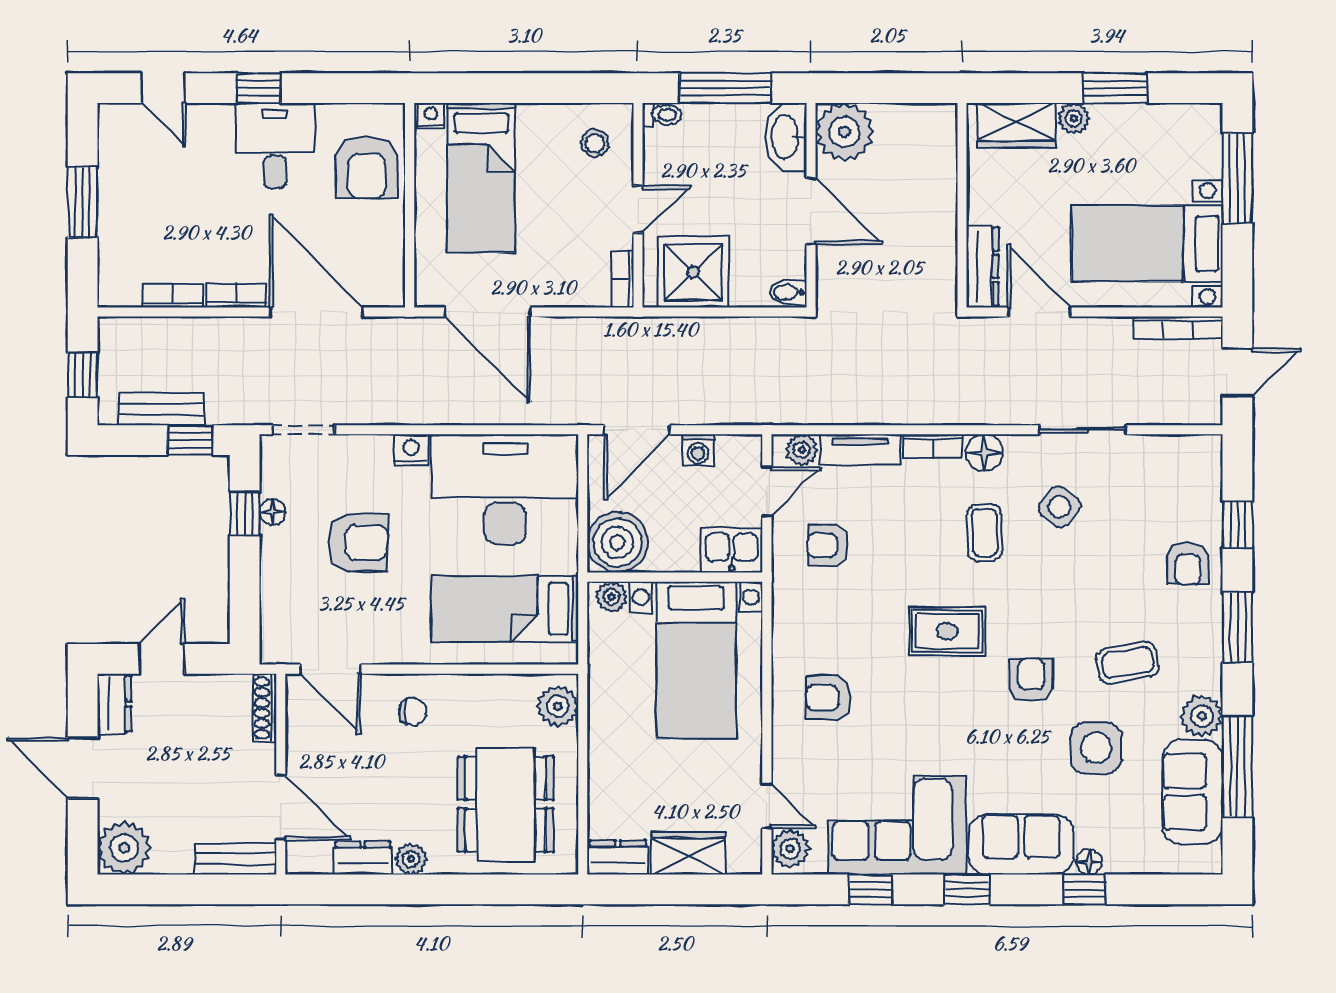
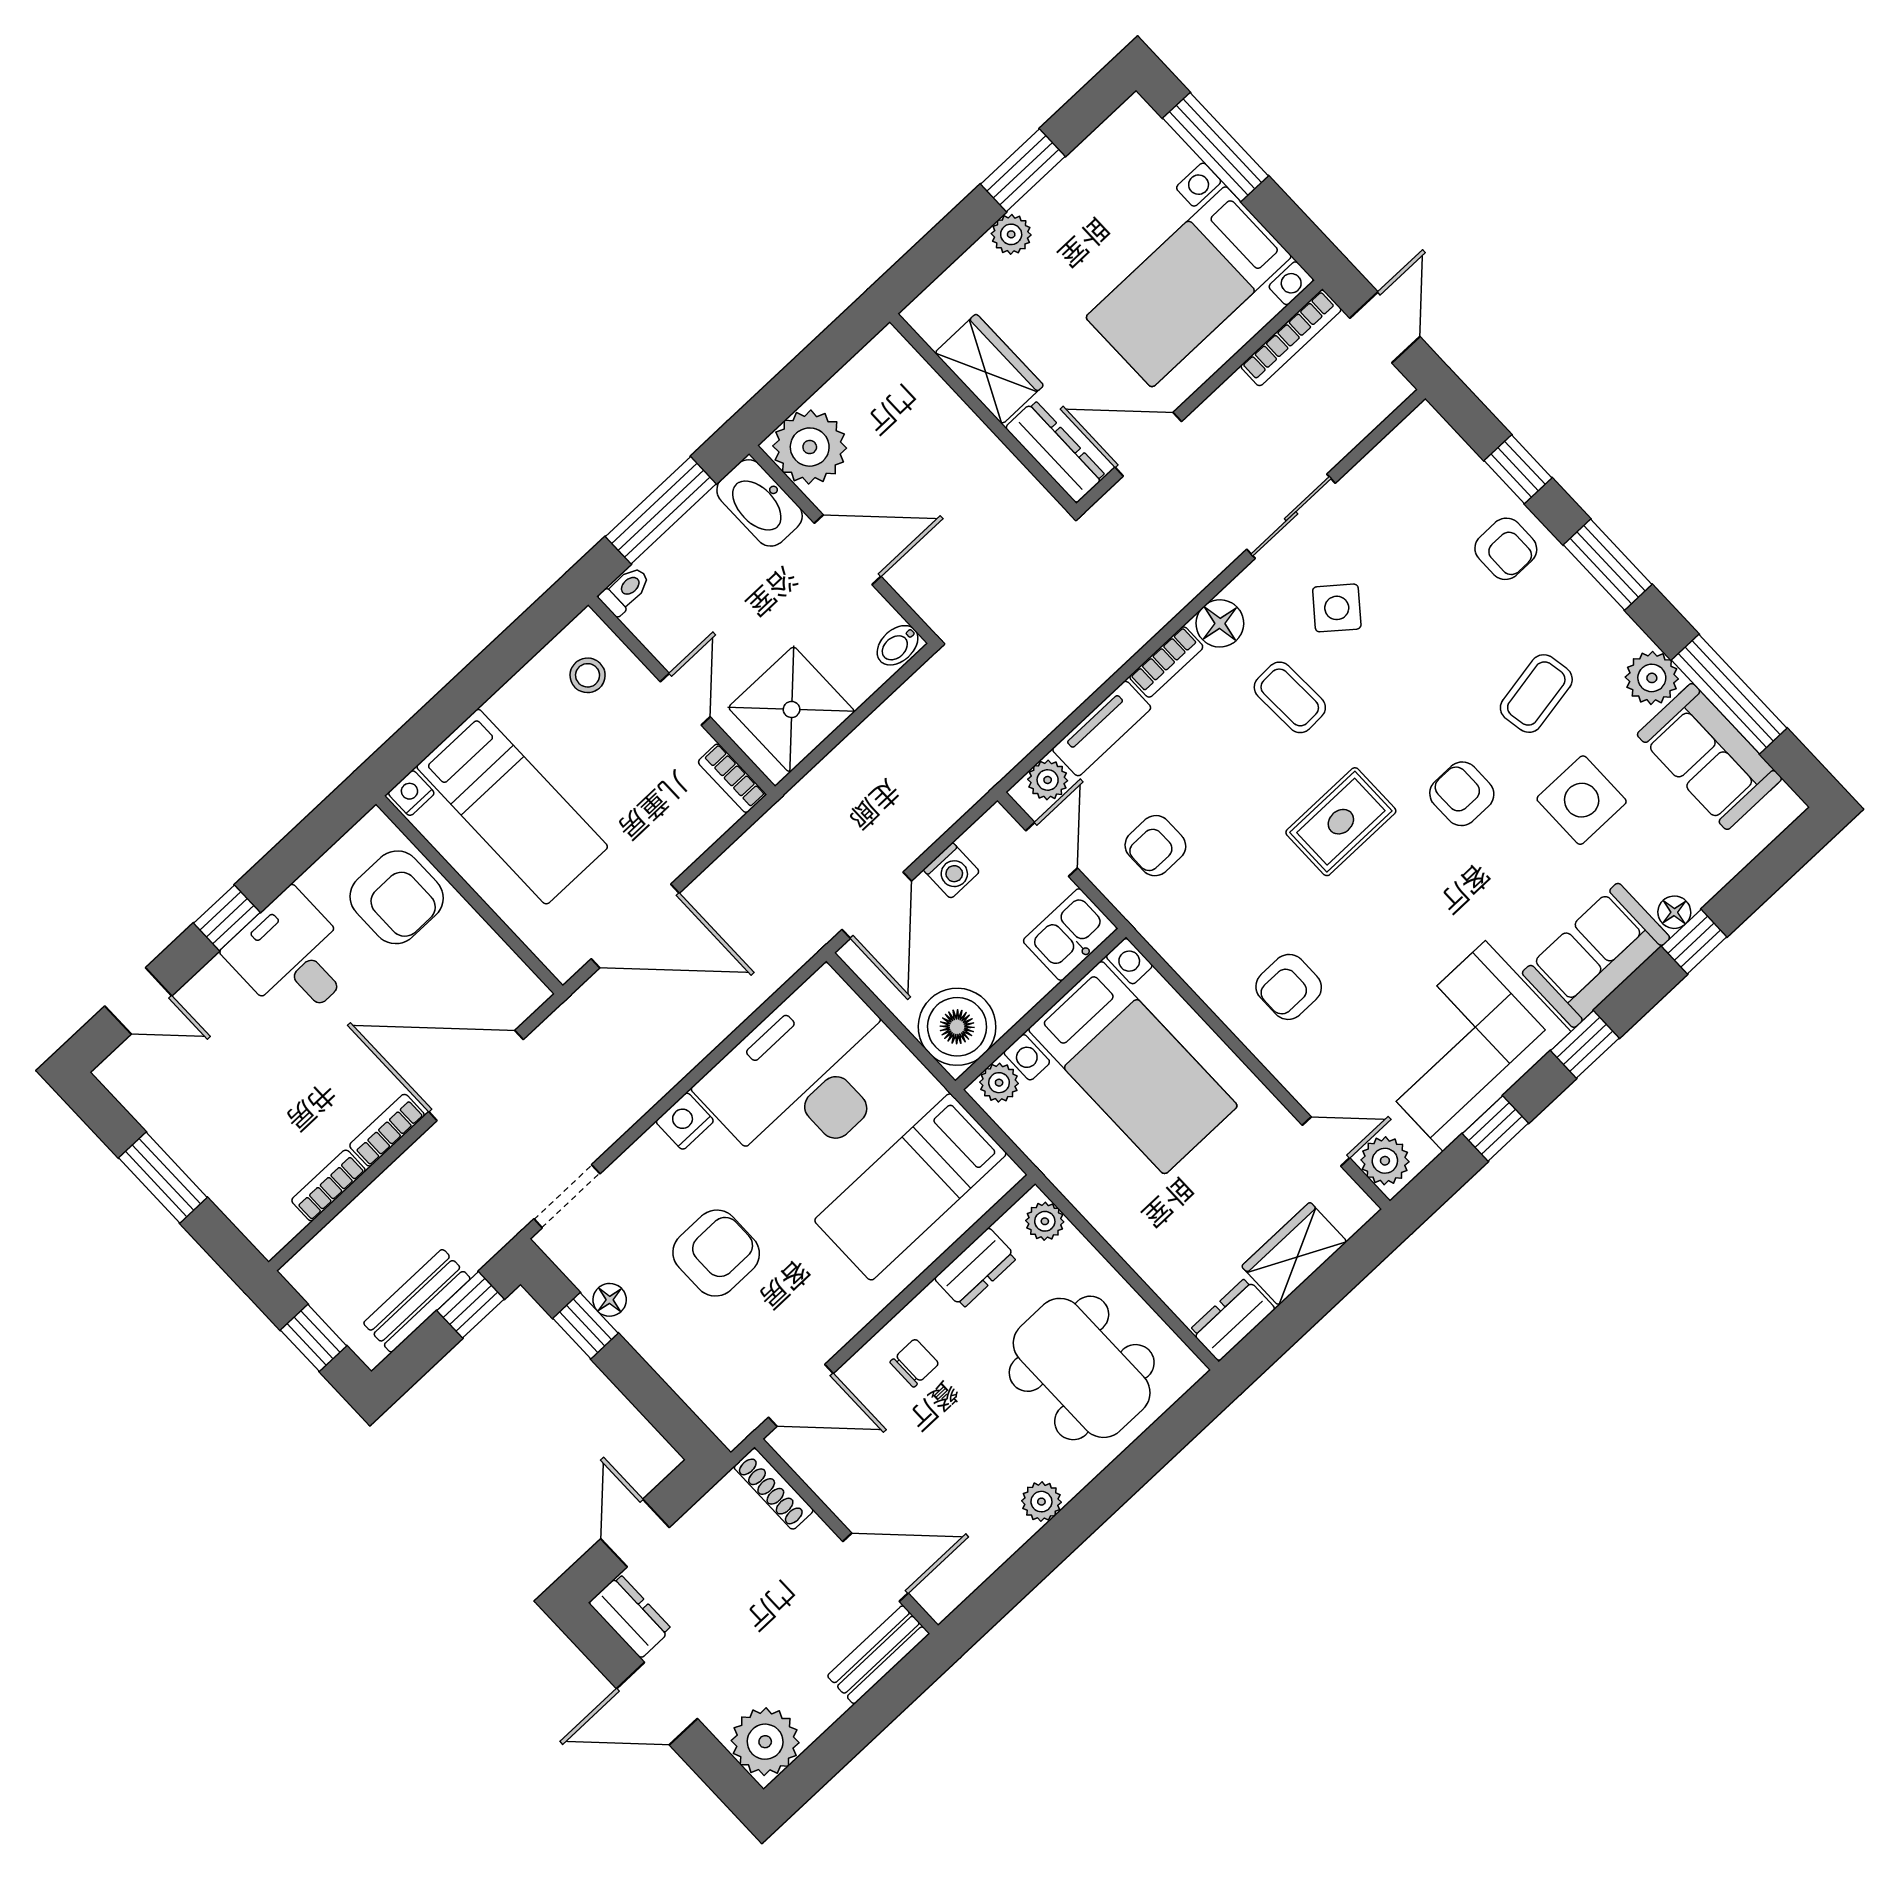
wardrobe: (1016, 125) -> (989, 369), moved, turned -90
plant: (558, 706) -> (1045, 1221), width x0.73, depth x0.73
dresser: (363, 858) -> (976, 1268), moved, turned 180

